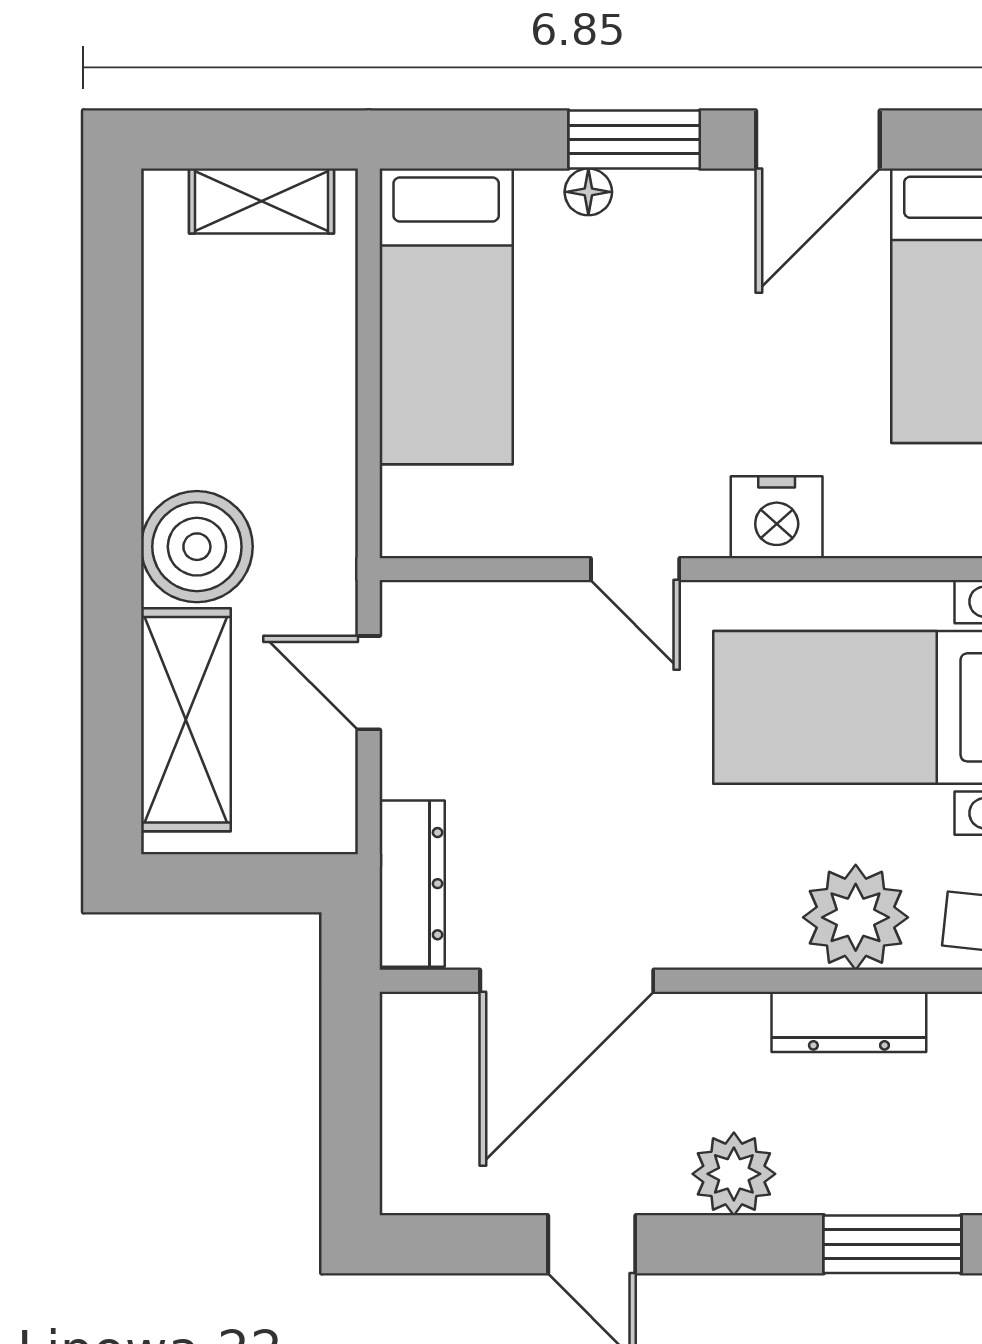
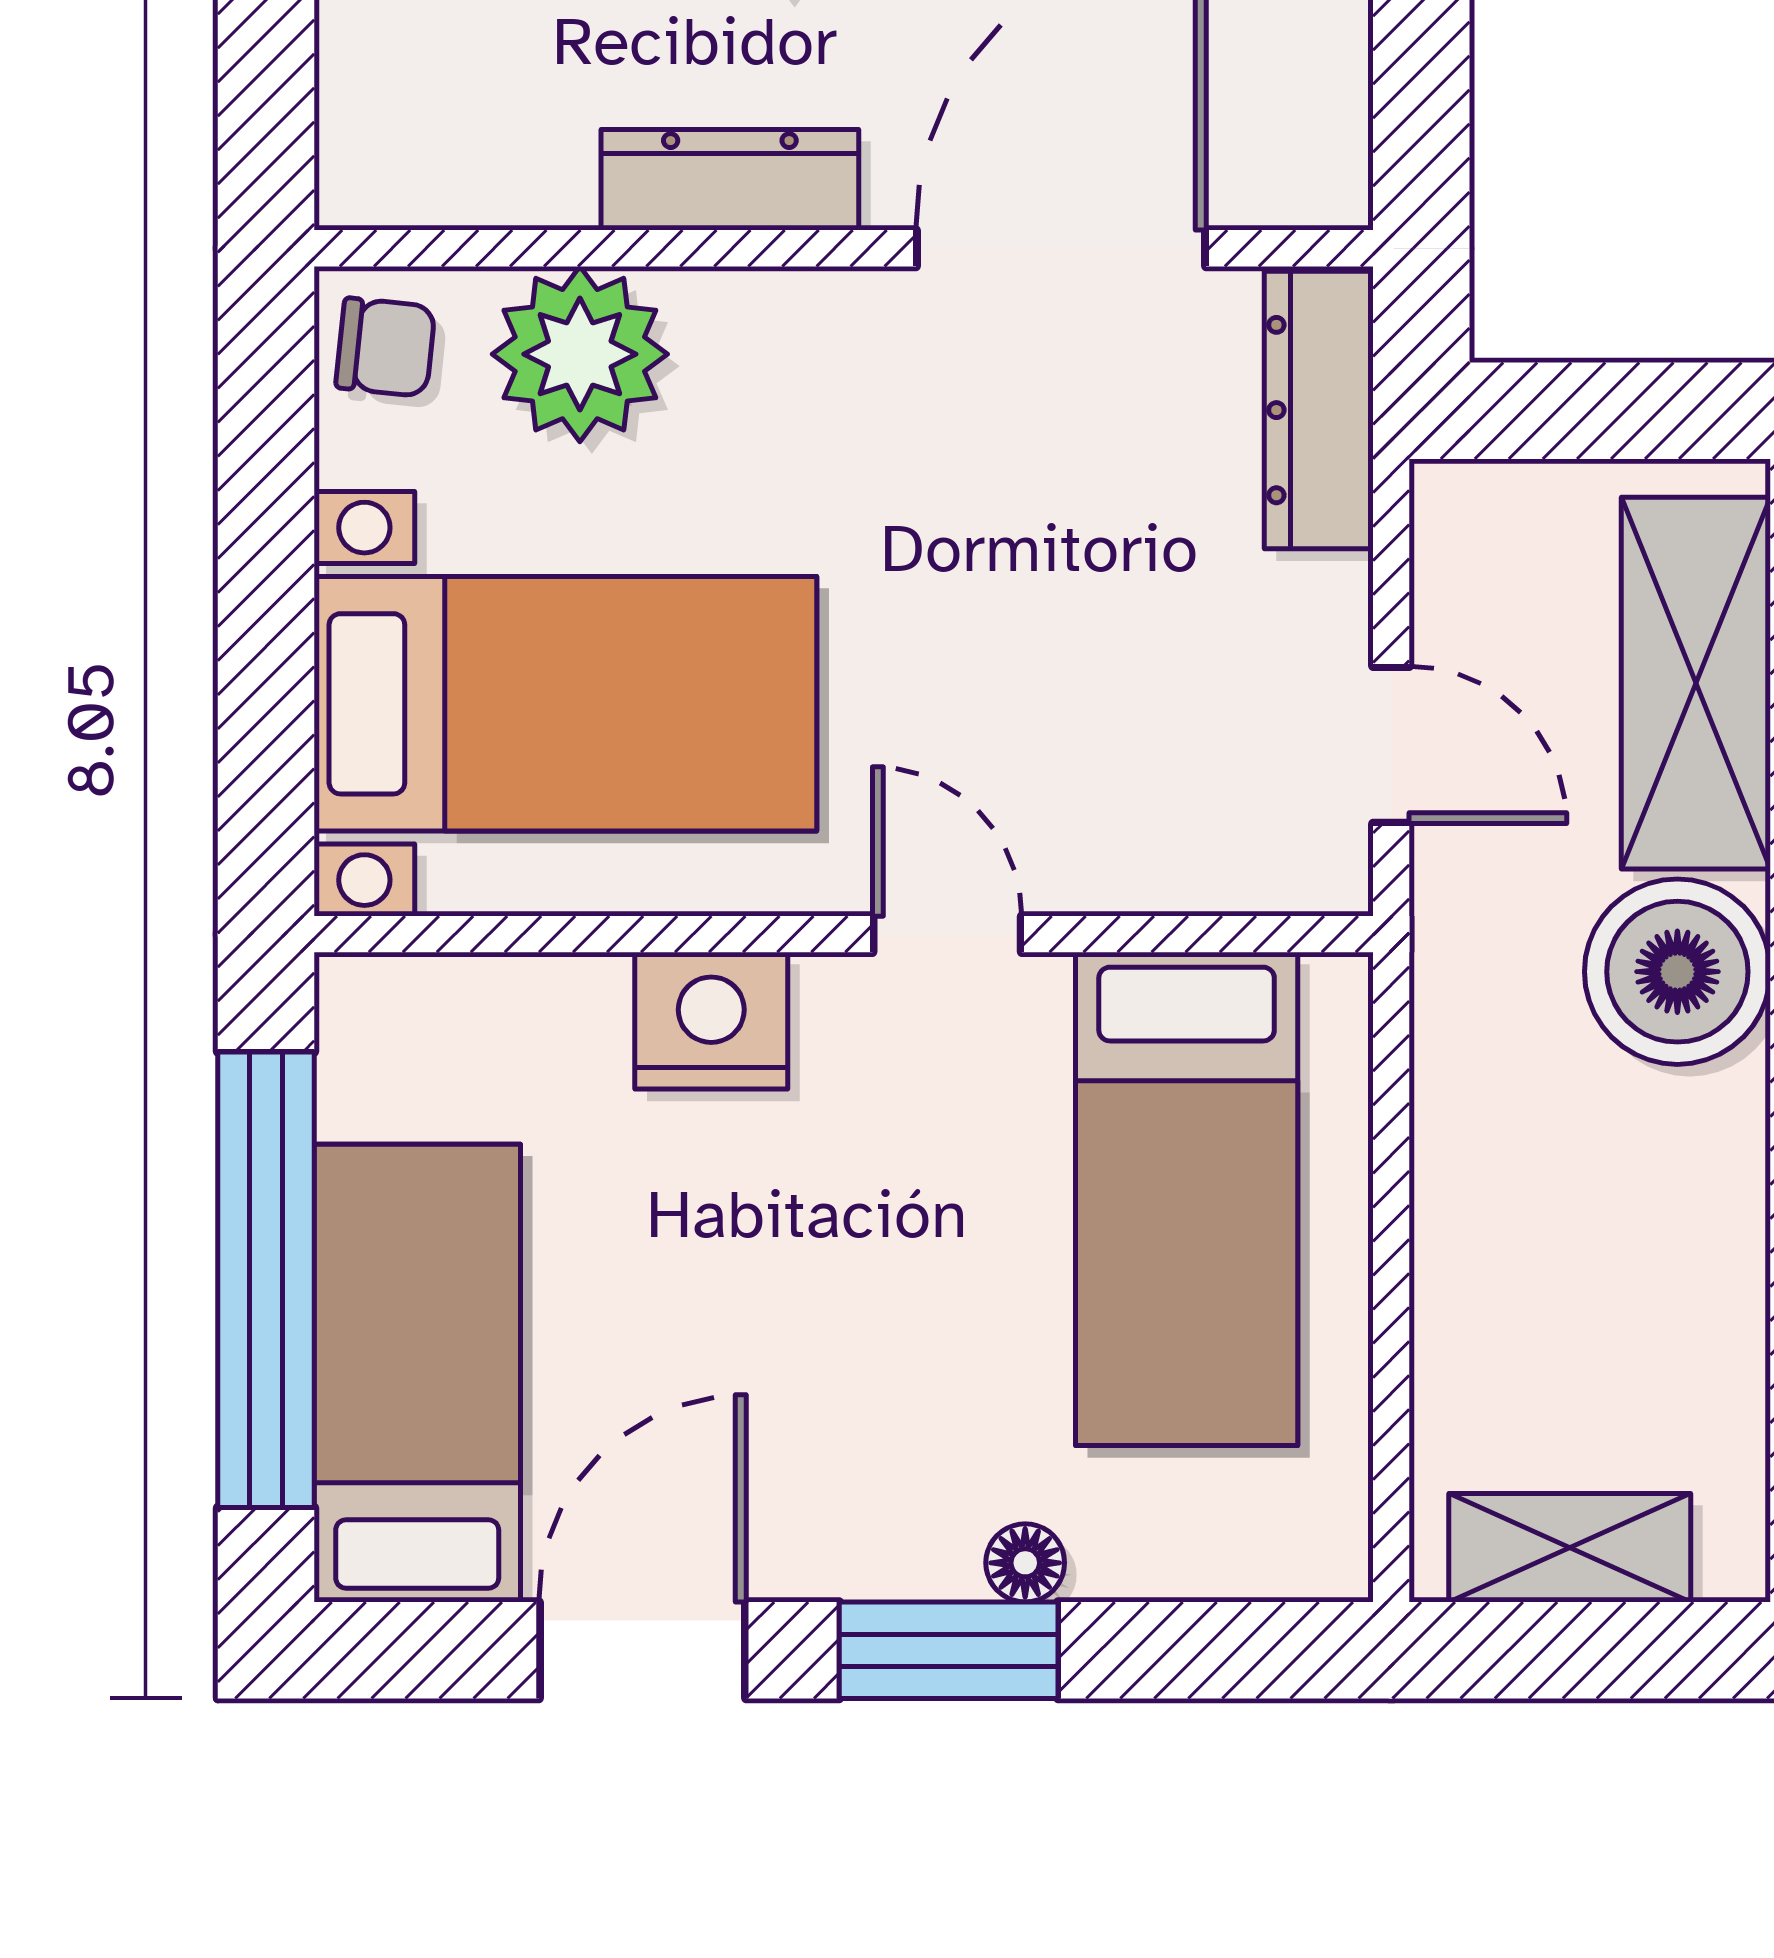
bed: (446, 316) -> (1187, 1199), moved, turned 180
dresser: (849, 1022) -> (730, 180), moved

